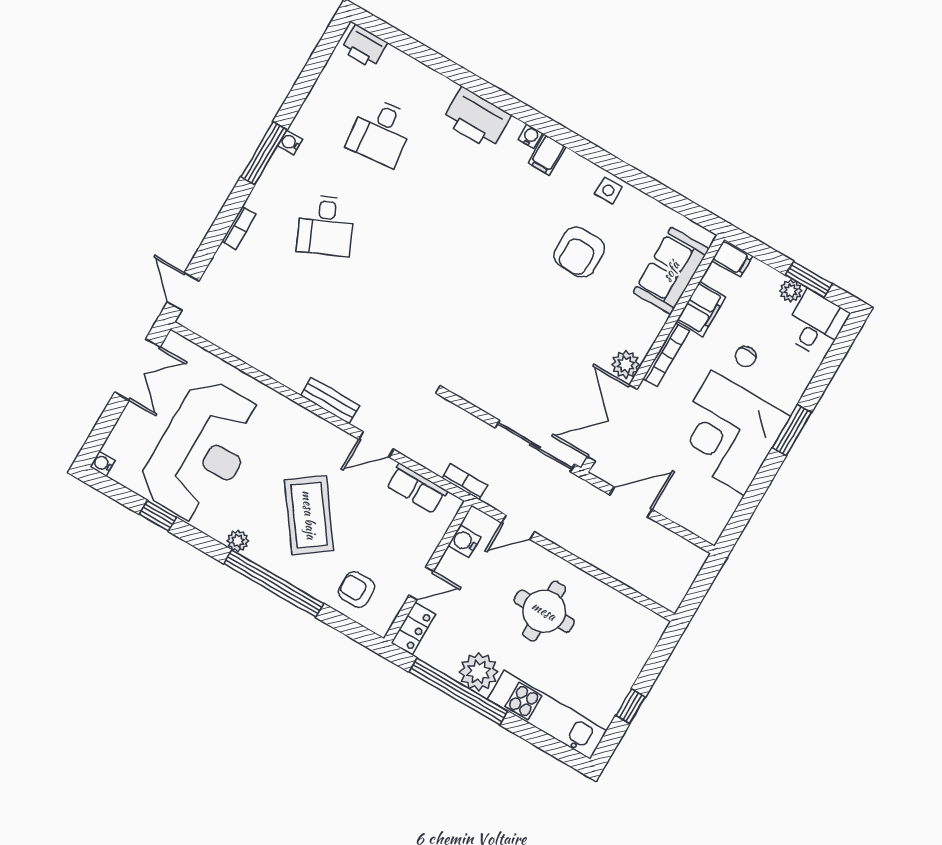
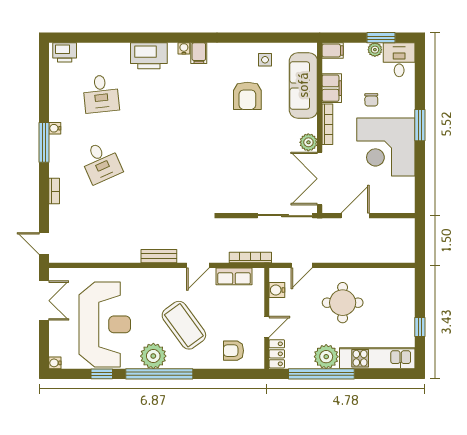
side table: (608, 190) -> (265, 60), moved
sofa: (671, 271) -> (303, 85), width x1.36
bookcase: (465, 482) -> (250, 257), width x1.56
plant: (238, 541) -> (153, 356), width x1.88, depth x1.88
window: (274, 584) -> (159, 374), moved

